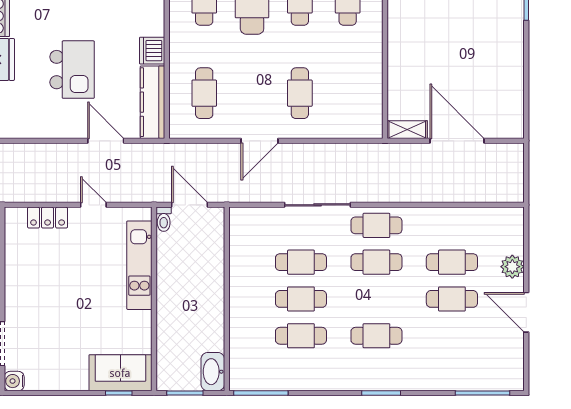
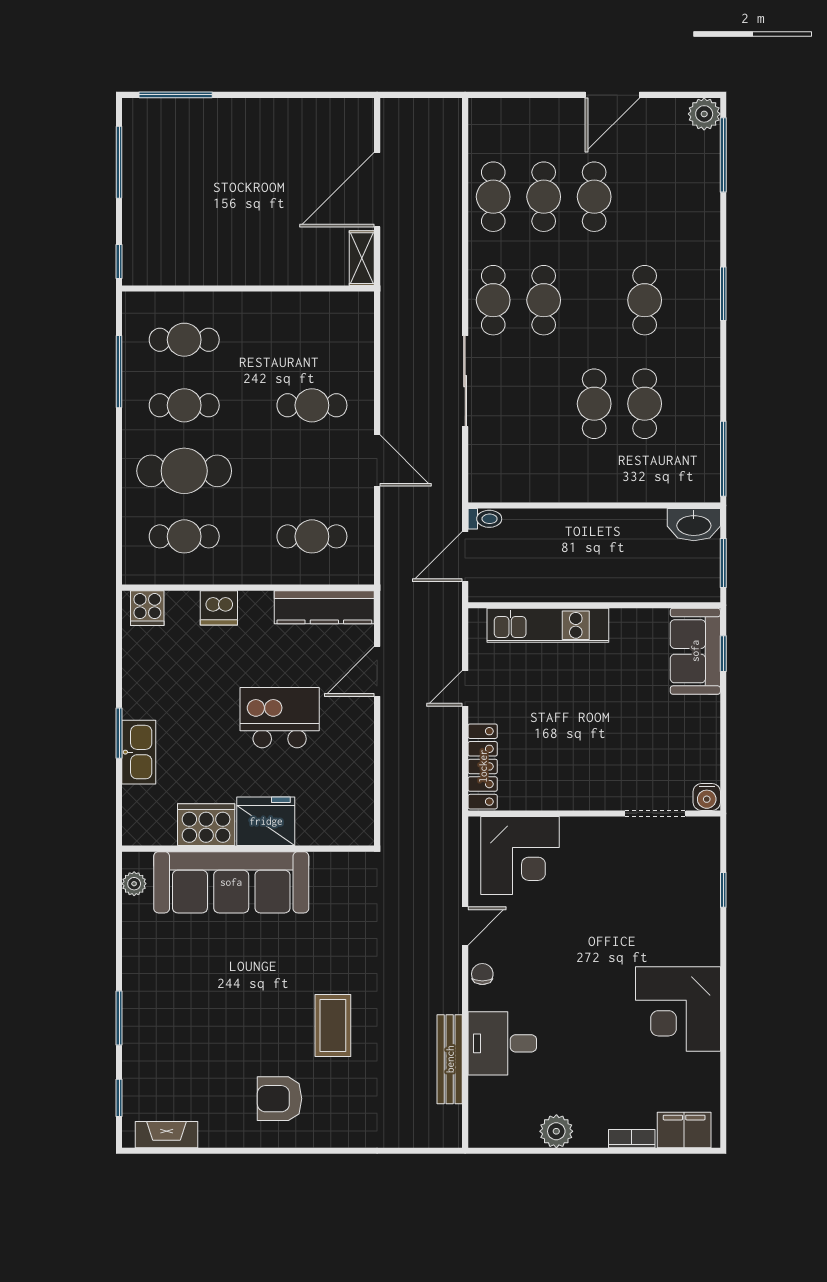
dishwasher: (152, 51) -> (219, 608), moved
locker: (48, 218) -> (483, 766), width x1.53
toilet: (164, 219) -> (485, 519), moved
cafe table: (301, 262) -> (493, 197), moved
plant: (512, 267) -> (704, 114), moved

